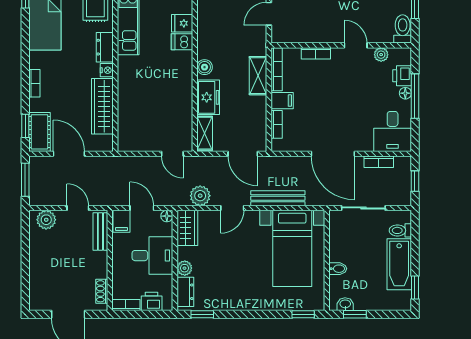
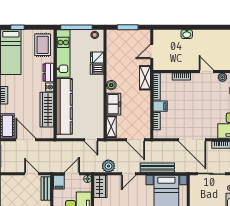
shelving: (258, 76) -> (145, 78), moved
kitchen counter: (130, 101) -> (64, 106), added
door: (142, 208) -> (72, 174), hinge flipped
plant: (46, 220) -> (12, 181), removed

